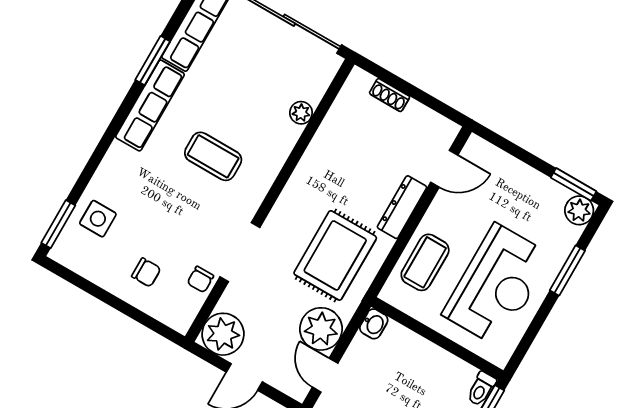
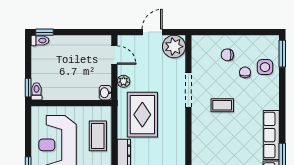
coffee table: (213, 156) -> (222, 105), moved, width x0.73, depth x0.77
chair: (200, 279) -> (245, 72), moved
plant: (321, 329) -> (124, 81), width x0.53, depth x0.53

